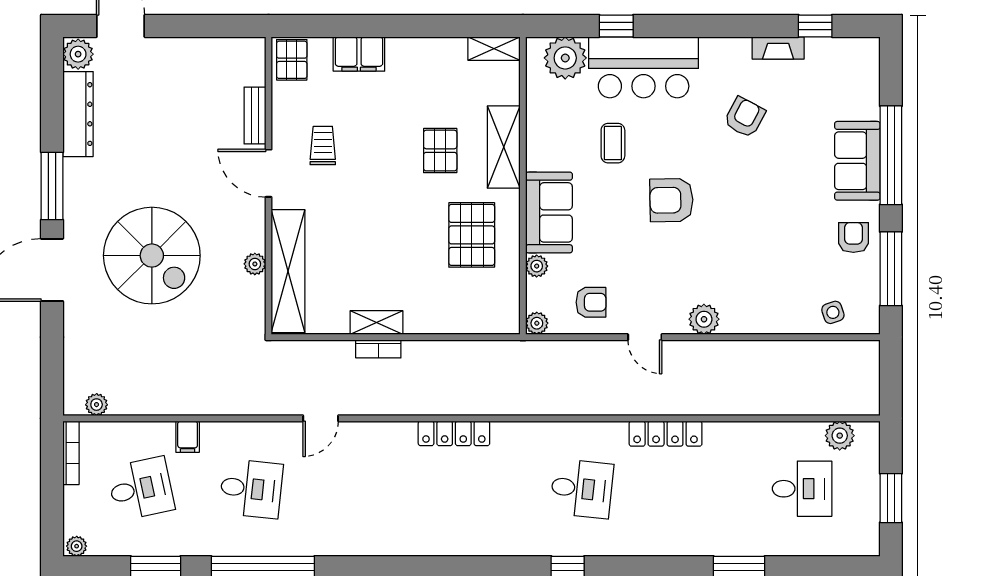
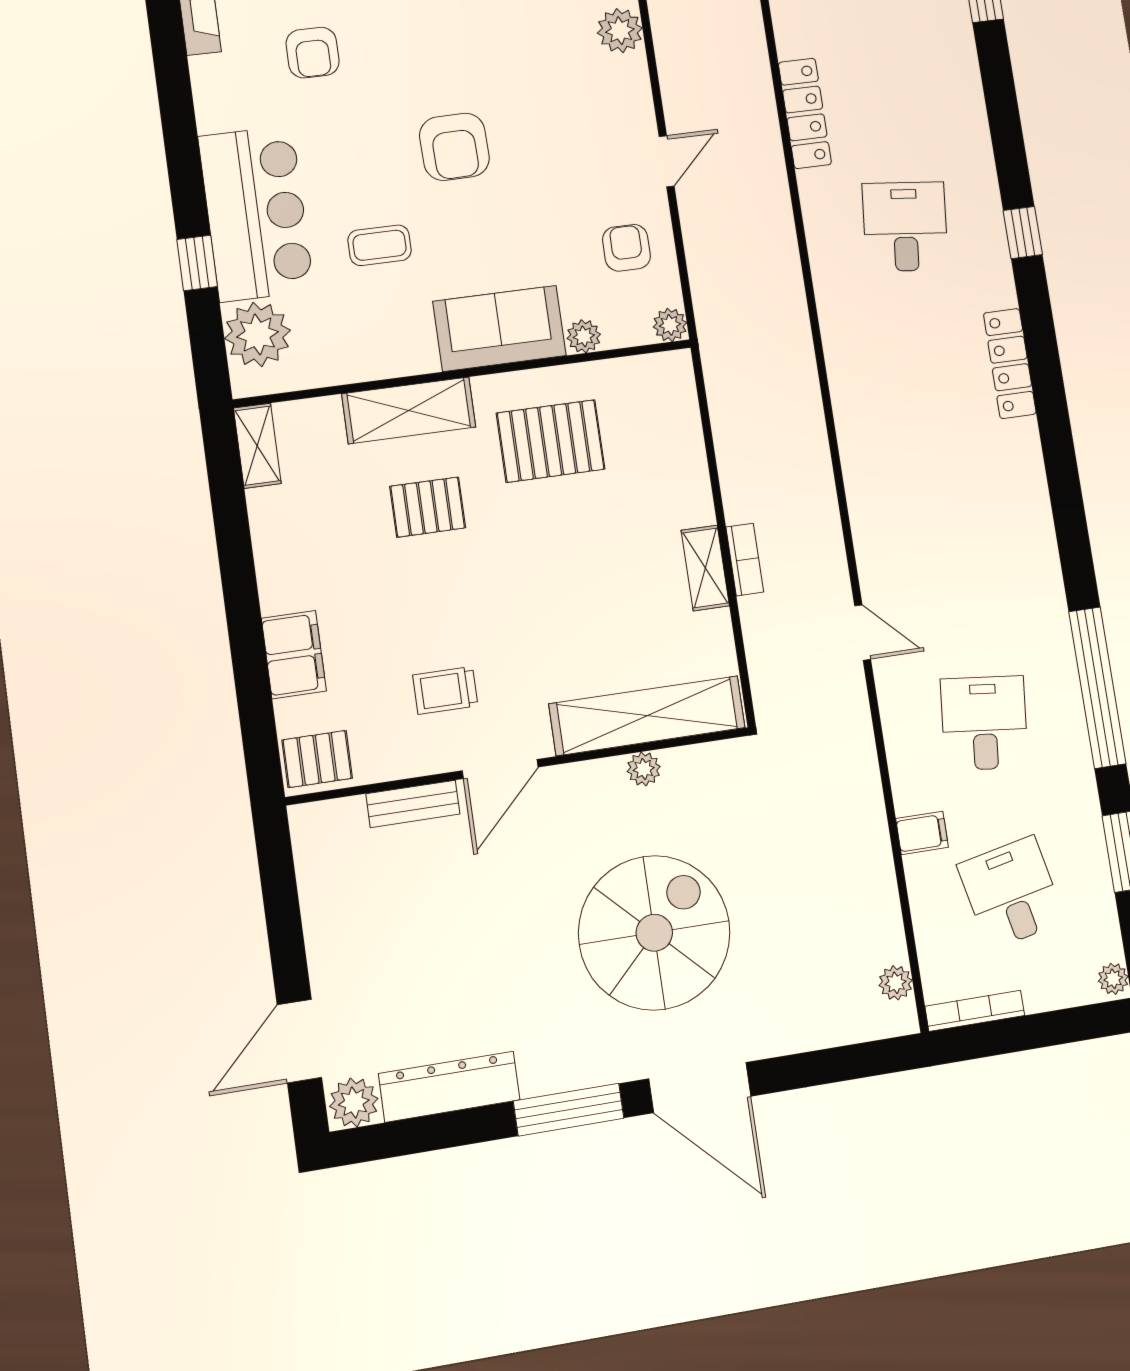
armchair: (745, 117) -> (313, 53), turned -118
plant: (704, 319) -> (620, 31), moved
locker: (454, 433) -> (1010, 363), moved, turned 180

